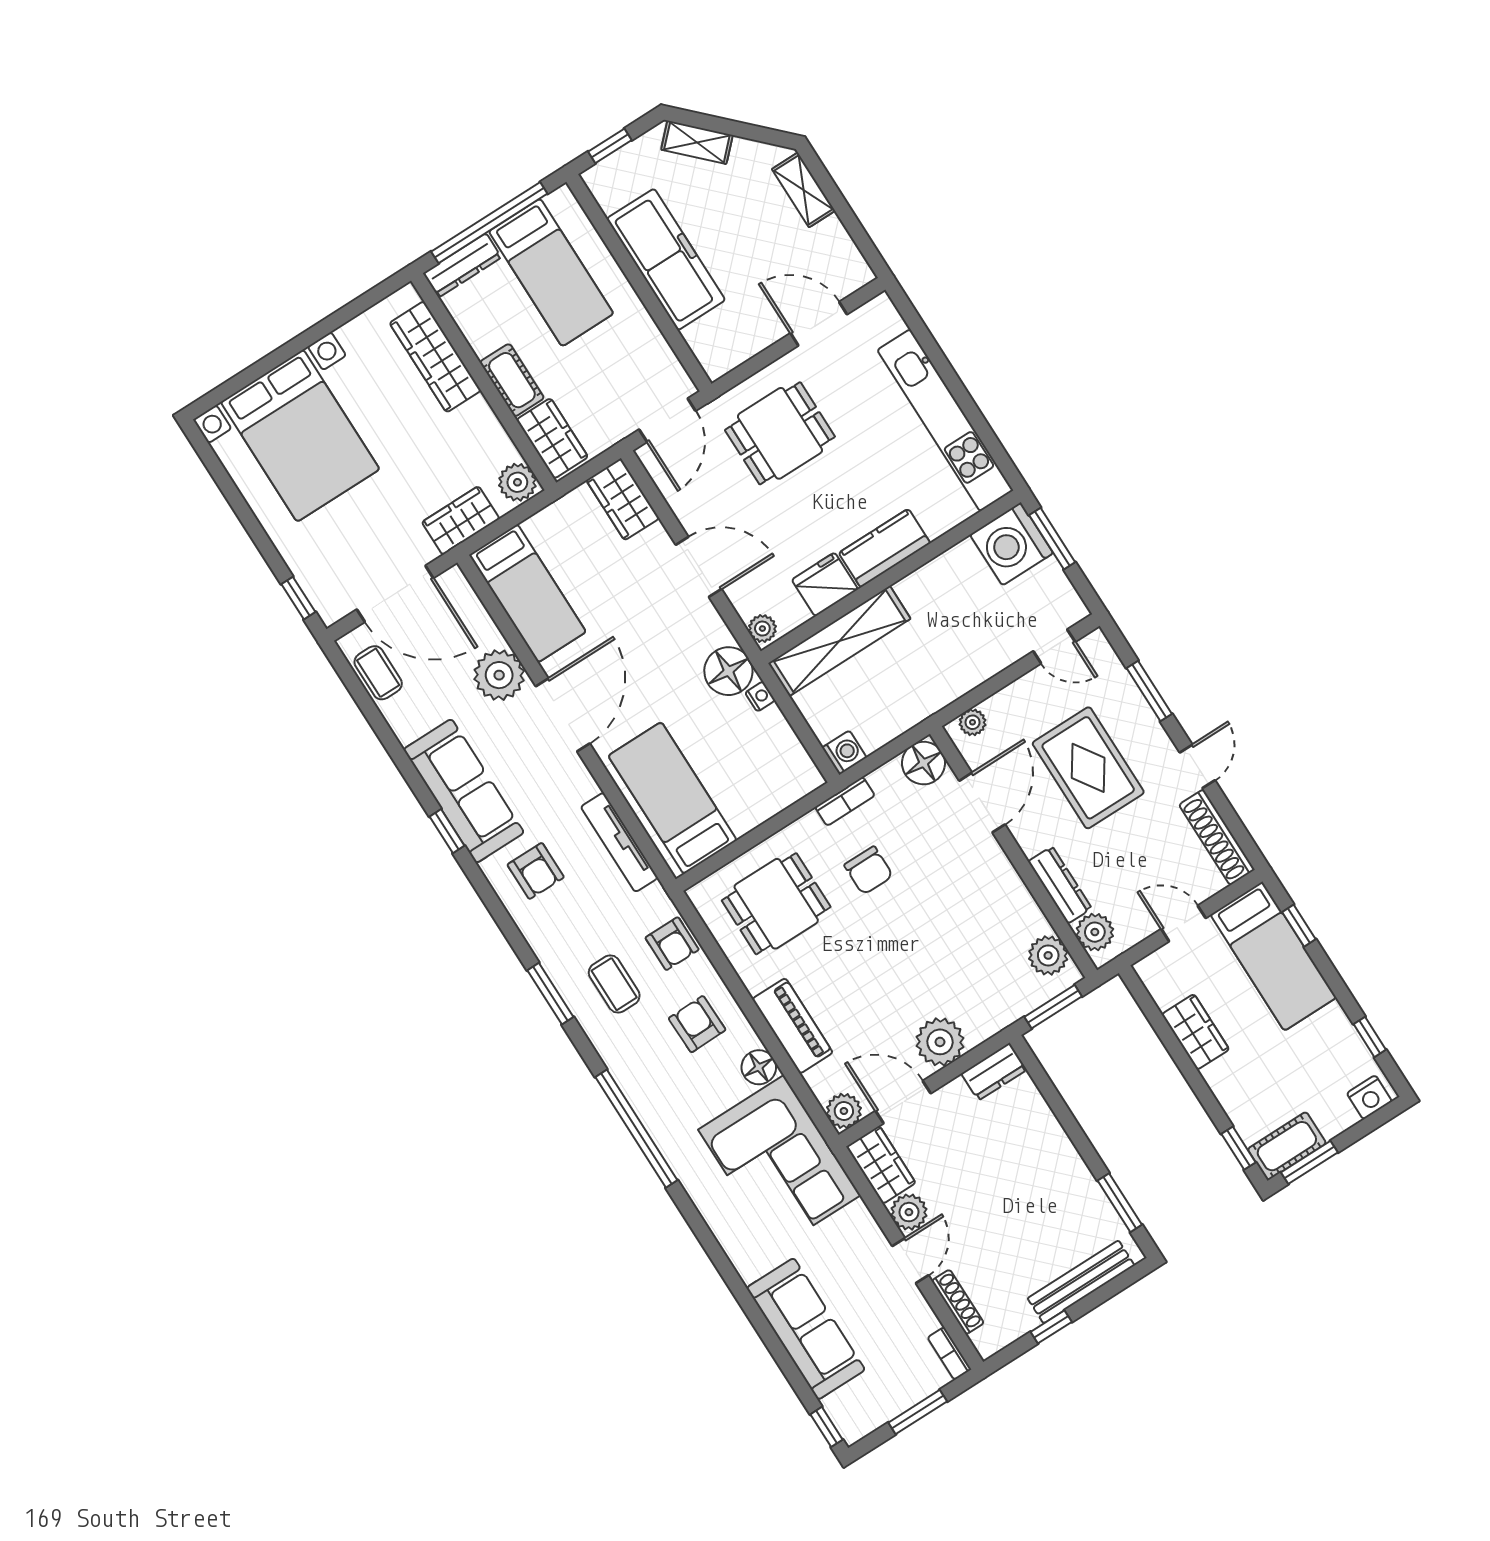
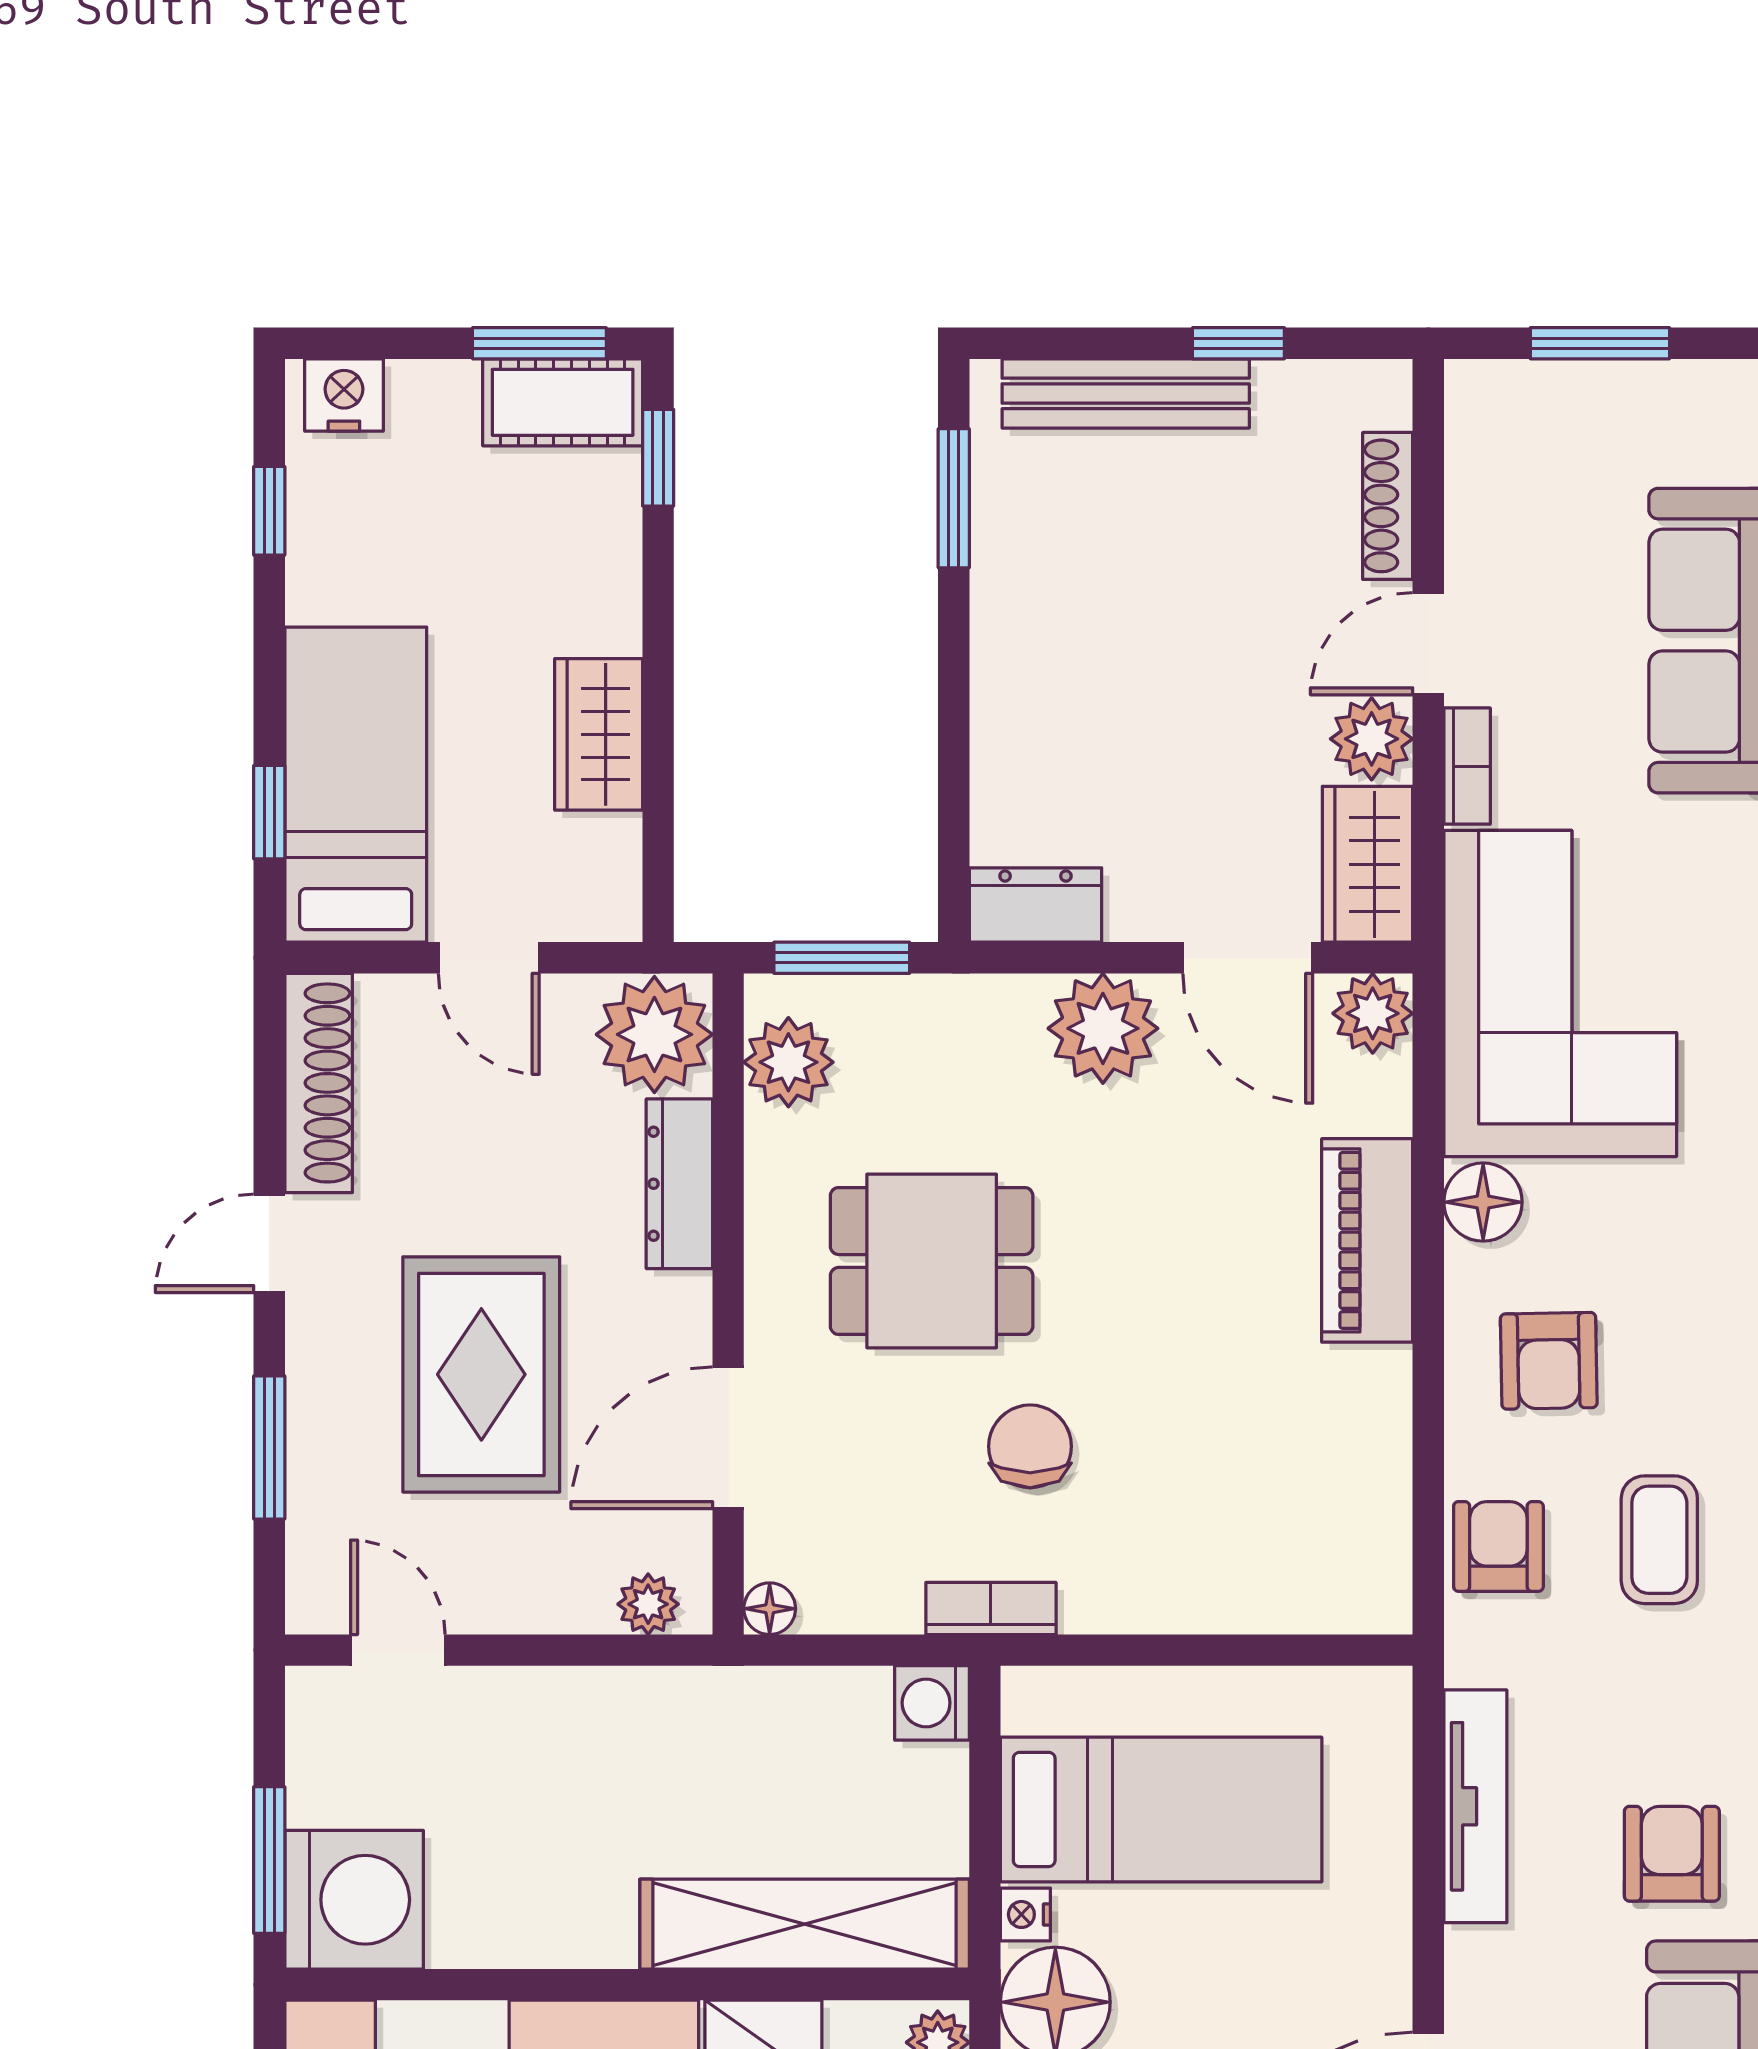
floor lamp: (923, 763) -> (770, 1609), width x0.53, depth x0.53
bed: (672, 798) -> (1161, 1809), moved, turned -90
dining table: (776, 904) -> (932, 1261), moved
plant: (1095, 932) -> (654, 1034), width x1.36, depth x1.36
bookcase: (949, 1353) -> (1467, 766), moved

